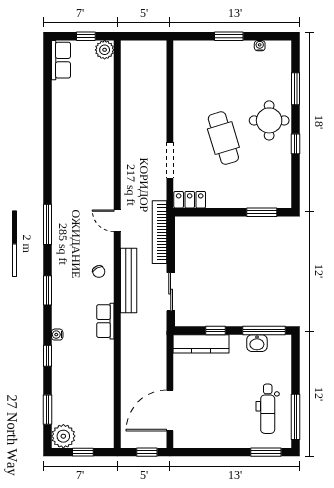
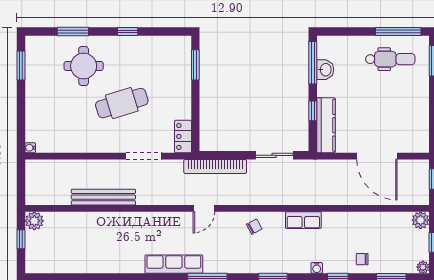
window: (229, 36) -> (21, 65), moved
water cooler: (260, 46) -> (30, 148), moved
row of seats: (61, 60) -> (174, 264), moved, width x1.48
round table: (269, 120) -> (84, 66), moved
bench: (129, 281) -> (103, 197), moved
chair: (66, 380) -> (362, 259), added
door: (170, 411) -> (377, 156), moved
plant: (63, 436) -> (423, 267), width x0.53, depth x0.53
plant: (105, 439) -> (421, 220), added

